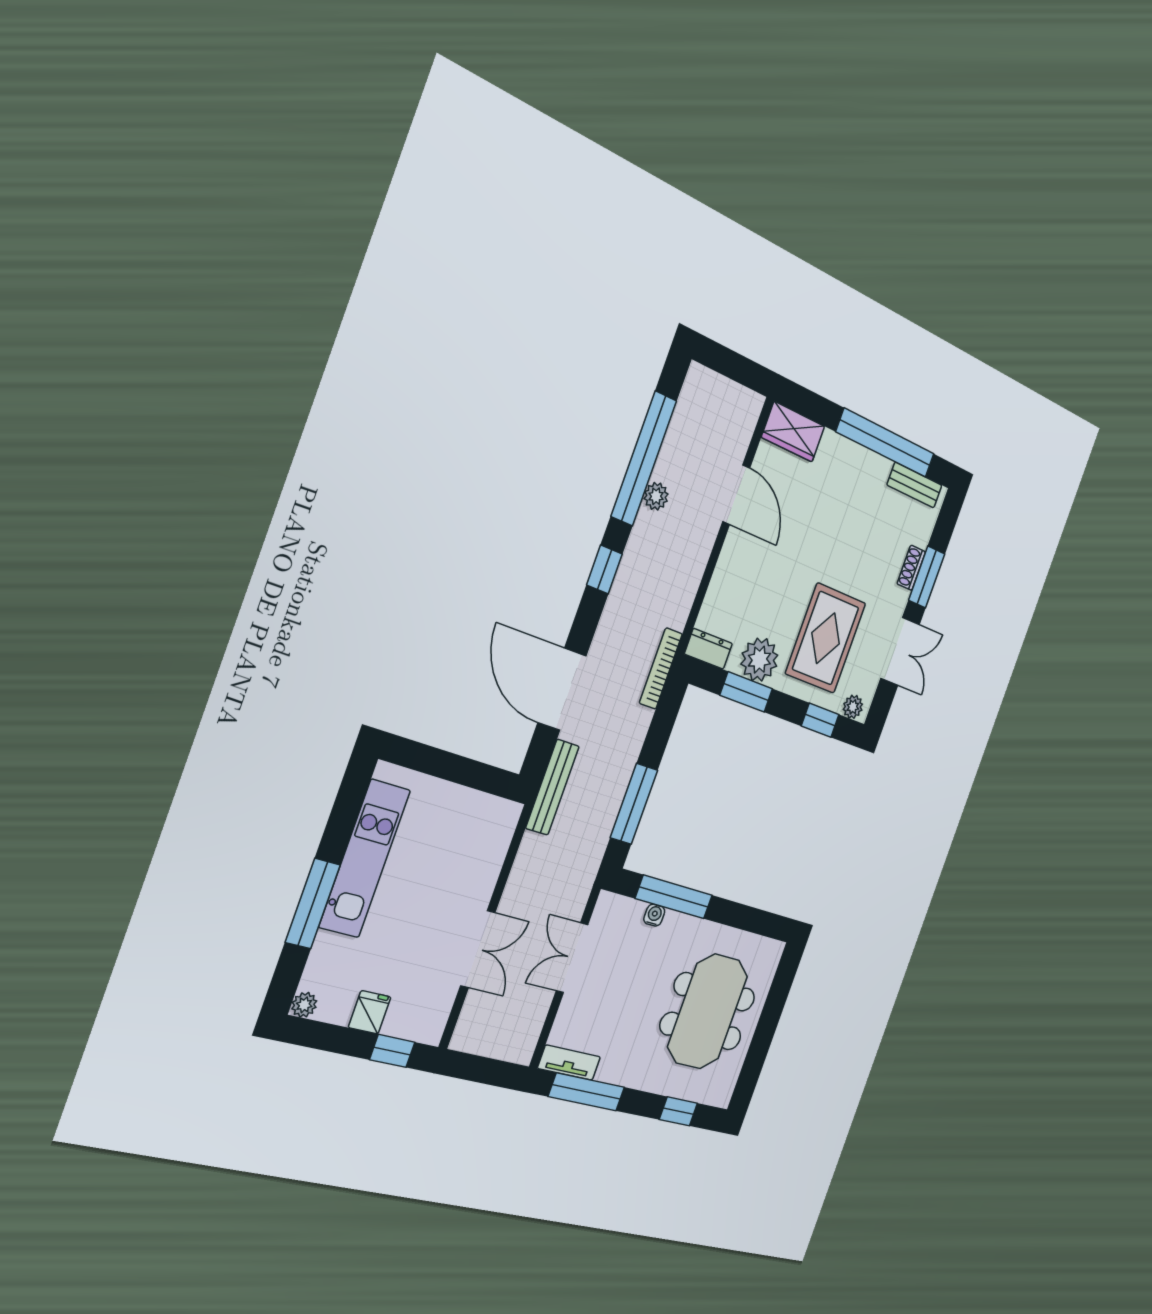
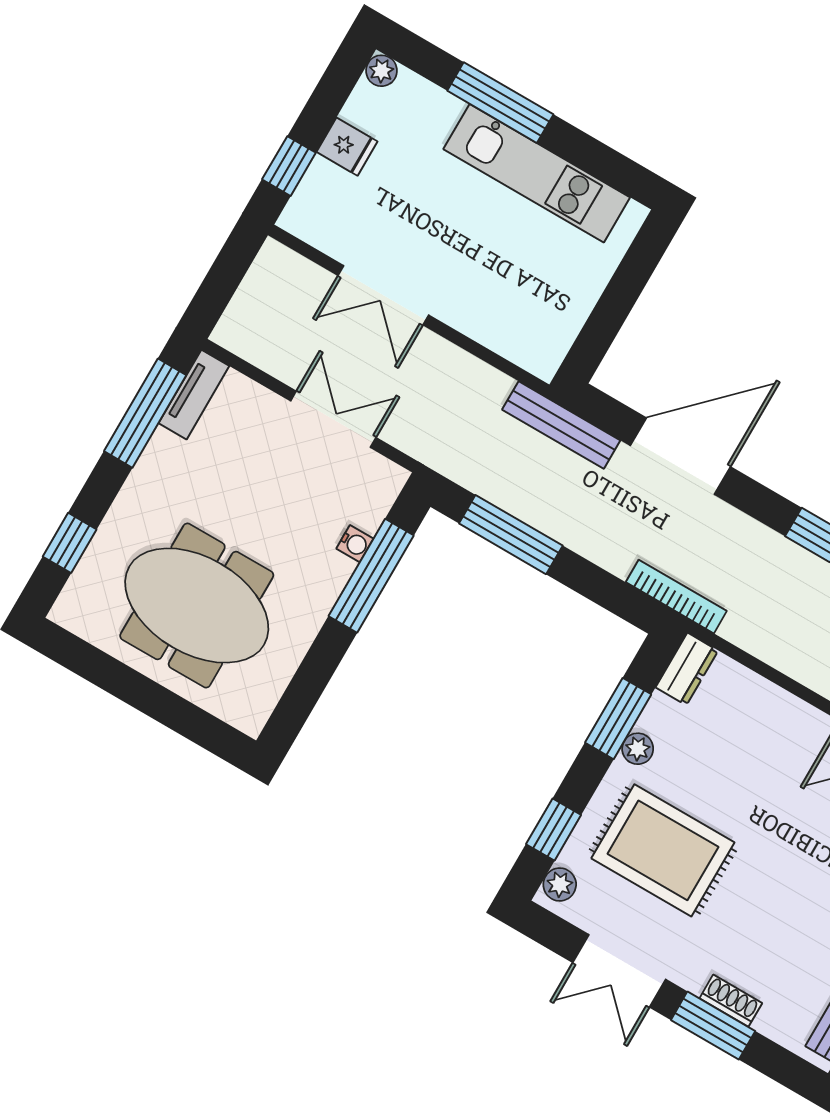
plant: (759, 660) -> (638, 749), width x0.53, depth x0.53

